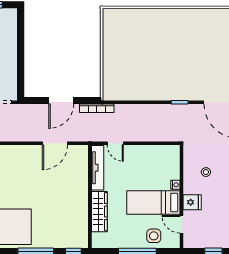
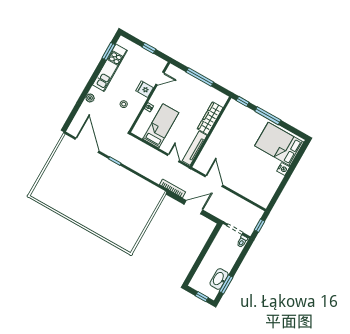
door: (55, 143) -> (214, 181), hinge flipped
bed: (153, 202) -> (161, 126), moved, turned -90
door: (181, 224) -> (160, 78), hinge flipped
side table: (154, 236) -> (183, 81), removed

